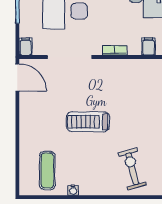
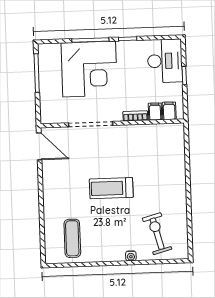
filing cabinet: (26, 47) -> (155, 112), moved
water cooler: (73, 190) -> (131, 256), moved

